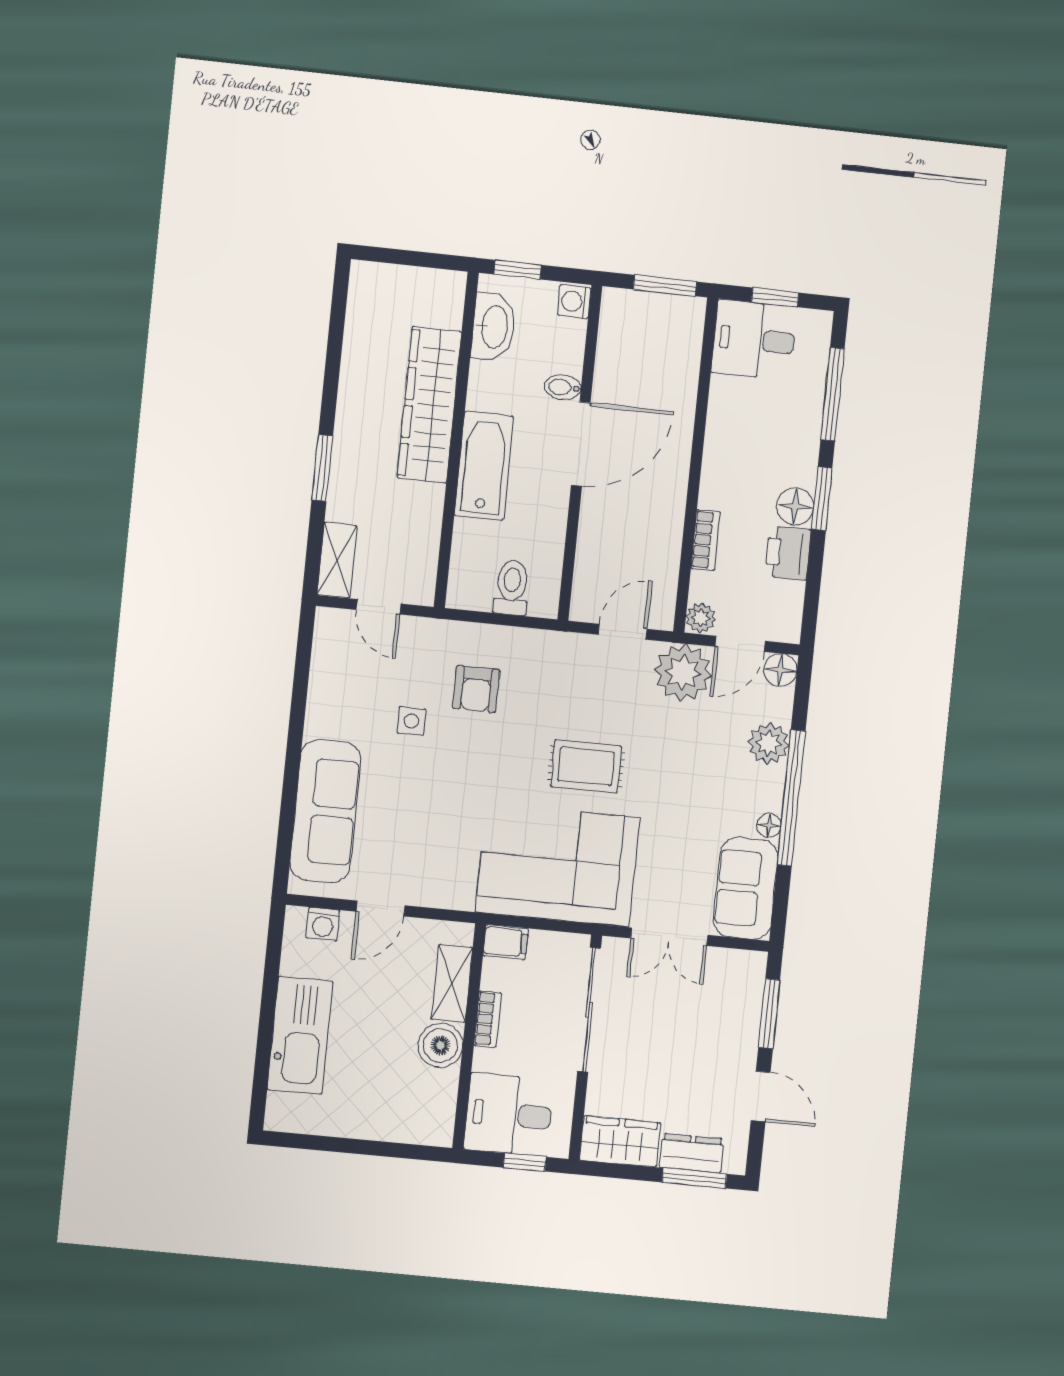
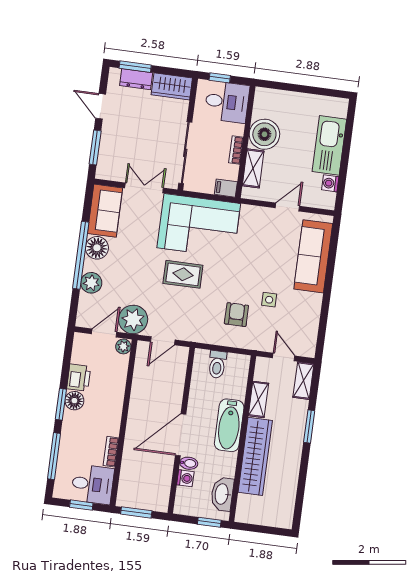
washing machine: (574, 301) -> (185, 478), moved
shelving: (427, 520) -> (258, 399), added
bookcase: (706, 540) -> (111, 452), moved
floor lamp: (780, 670) -> (84, 319), removed
floor lamp: (769, 825) -> (97, 248), width x1.89, depth x1.89
washing machine: (323, 924) -> (330, 183), moved, turned -90
boiler: (440, 1045) -> (264, 134), width x1.37, depth x1.37

